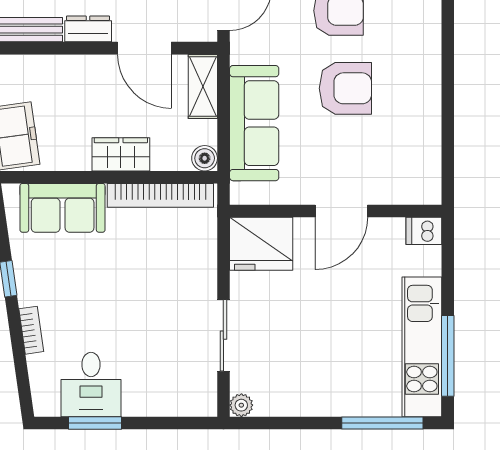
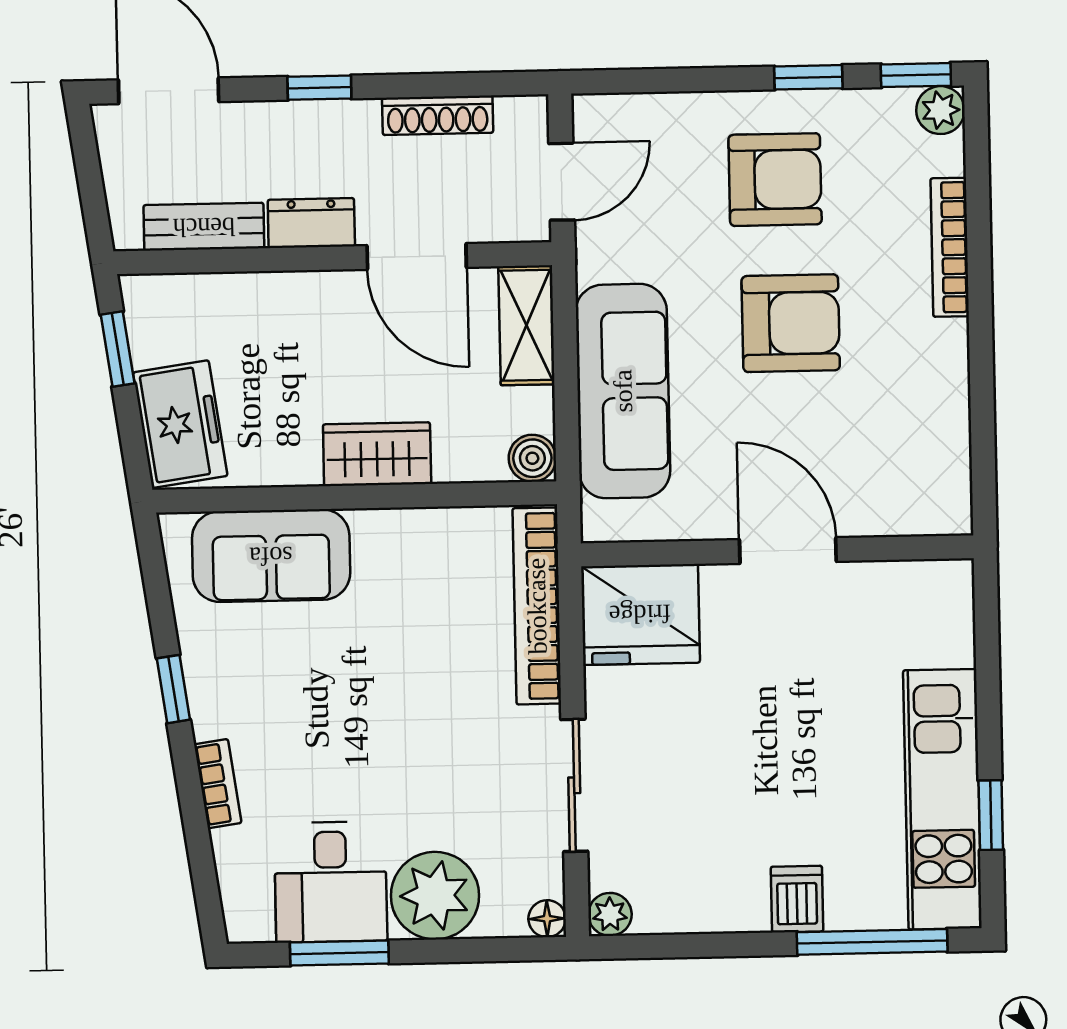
bookcase: (432, 49) -> (950, 247), added
bookcase: (160, 195) -> (537, 606), moved, turned 90
door: (341, 211) -> (788, 551), swing flipped
dishwasher: (424, 231) -> (797, 899), moved, turned 90
window: (448, 356) -> (991, 815), width x0.46
plant: (147, 393) -> (435, 896), added
floor lamp: (207, 407) -> (547, 919), added

